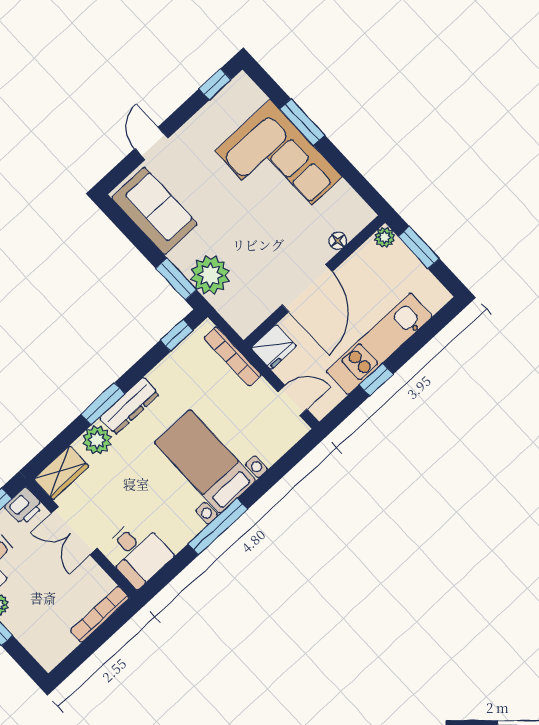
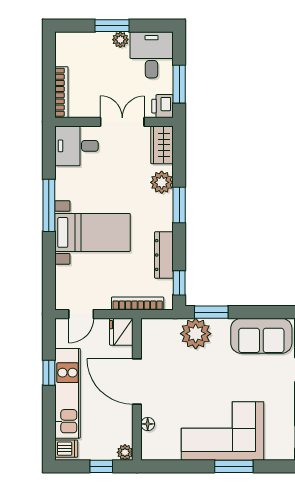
window: (419, 247) -> (101, 466), width x0.67
dishwasher: (433, 296) -> (66, 449), added
dresser: (129, 406) -> (164, 255), moved

